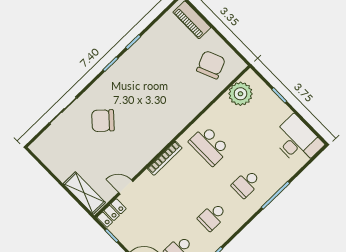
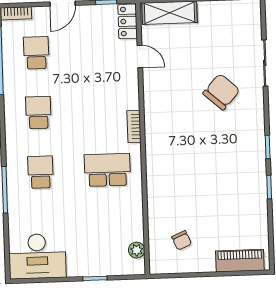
chair: (211, 65) -> (182, 240), width x0.54, depth x0.54
plant: (240, 94) -> (137, 250), width x0.53, depth x0.53
bookcase: (165, 158) -> (134, 127), width x0.64
door: (126, 187) -> (140, 57), hinge flipped

